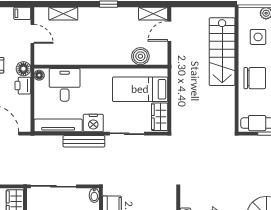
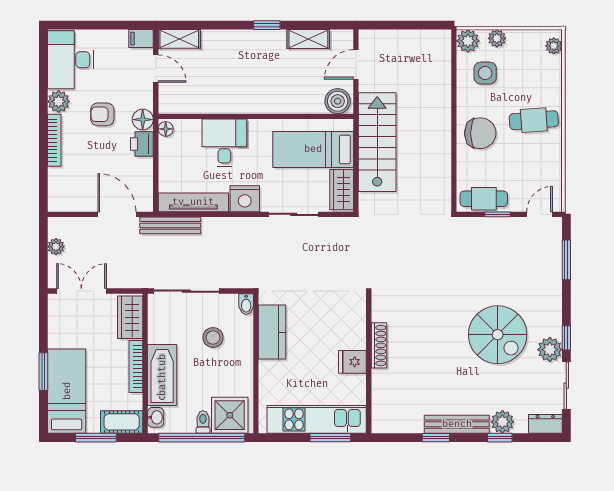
shelving: (63, 14) -> (179, 39), moved
shelving: (153, 14) -> (308, 39), moved
plant: (246, 15) -> (468, 41), added
stairs: (222, 52) -> (377, 142), moved, turned 180
boiler: (140, 56) -> (338, 101), moved
desk: (65, 85) -> (224, 143), moved
bench: (84, 141) -> (170, 225), moved

